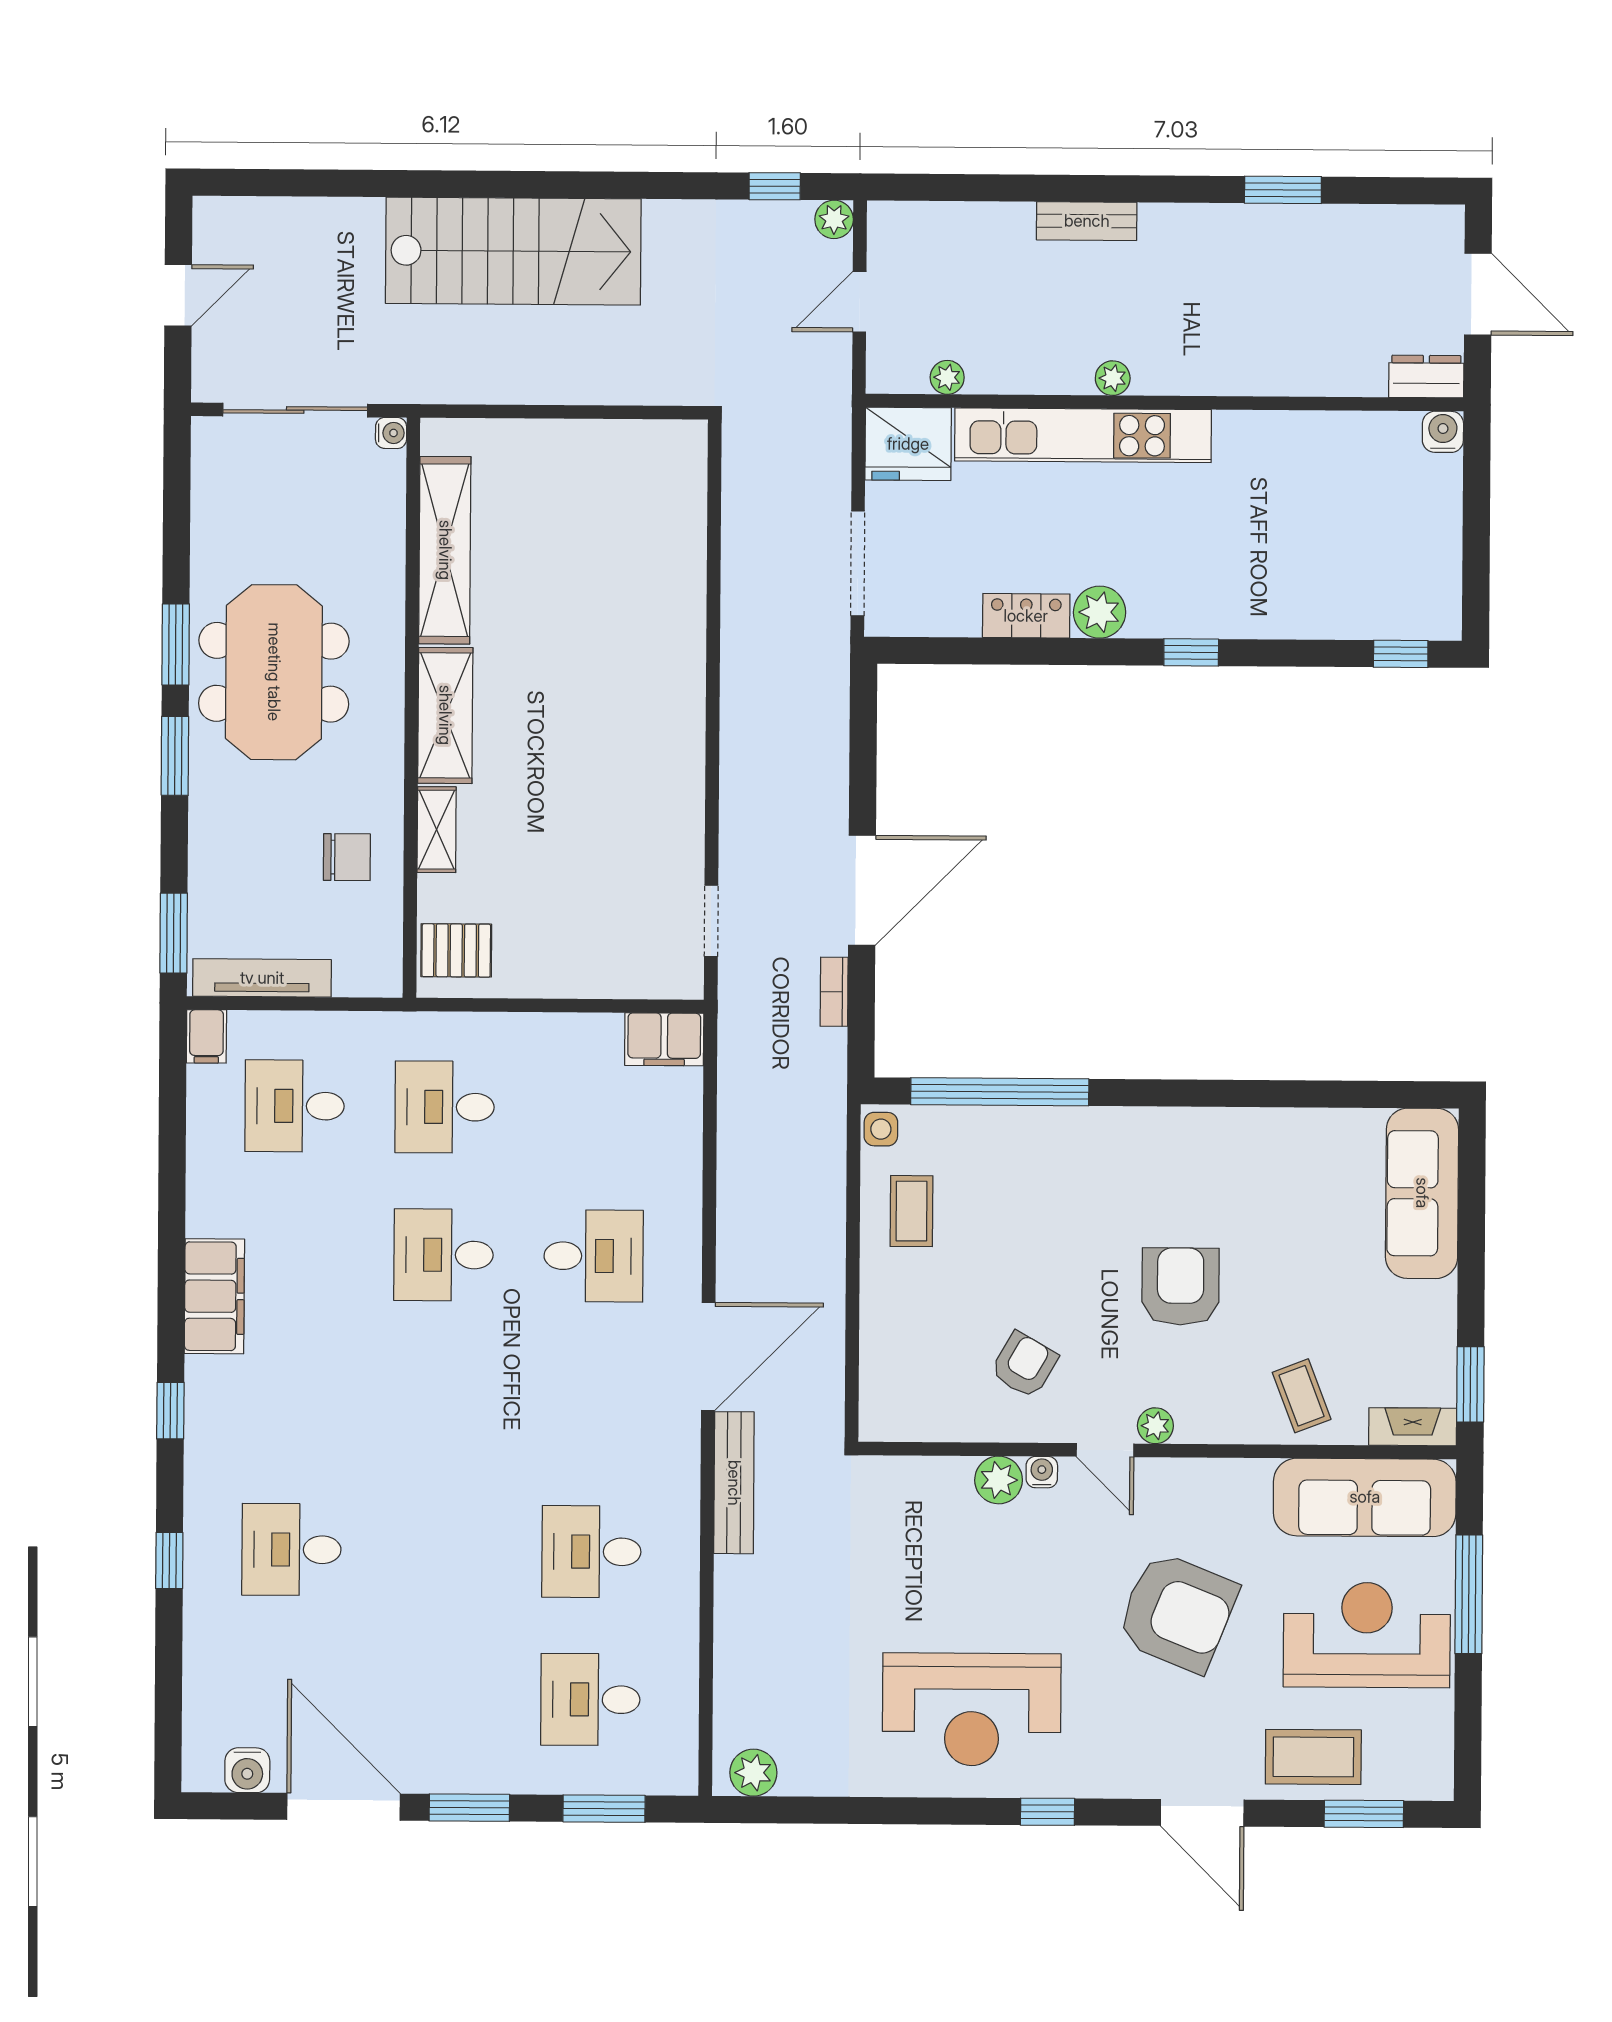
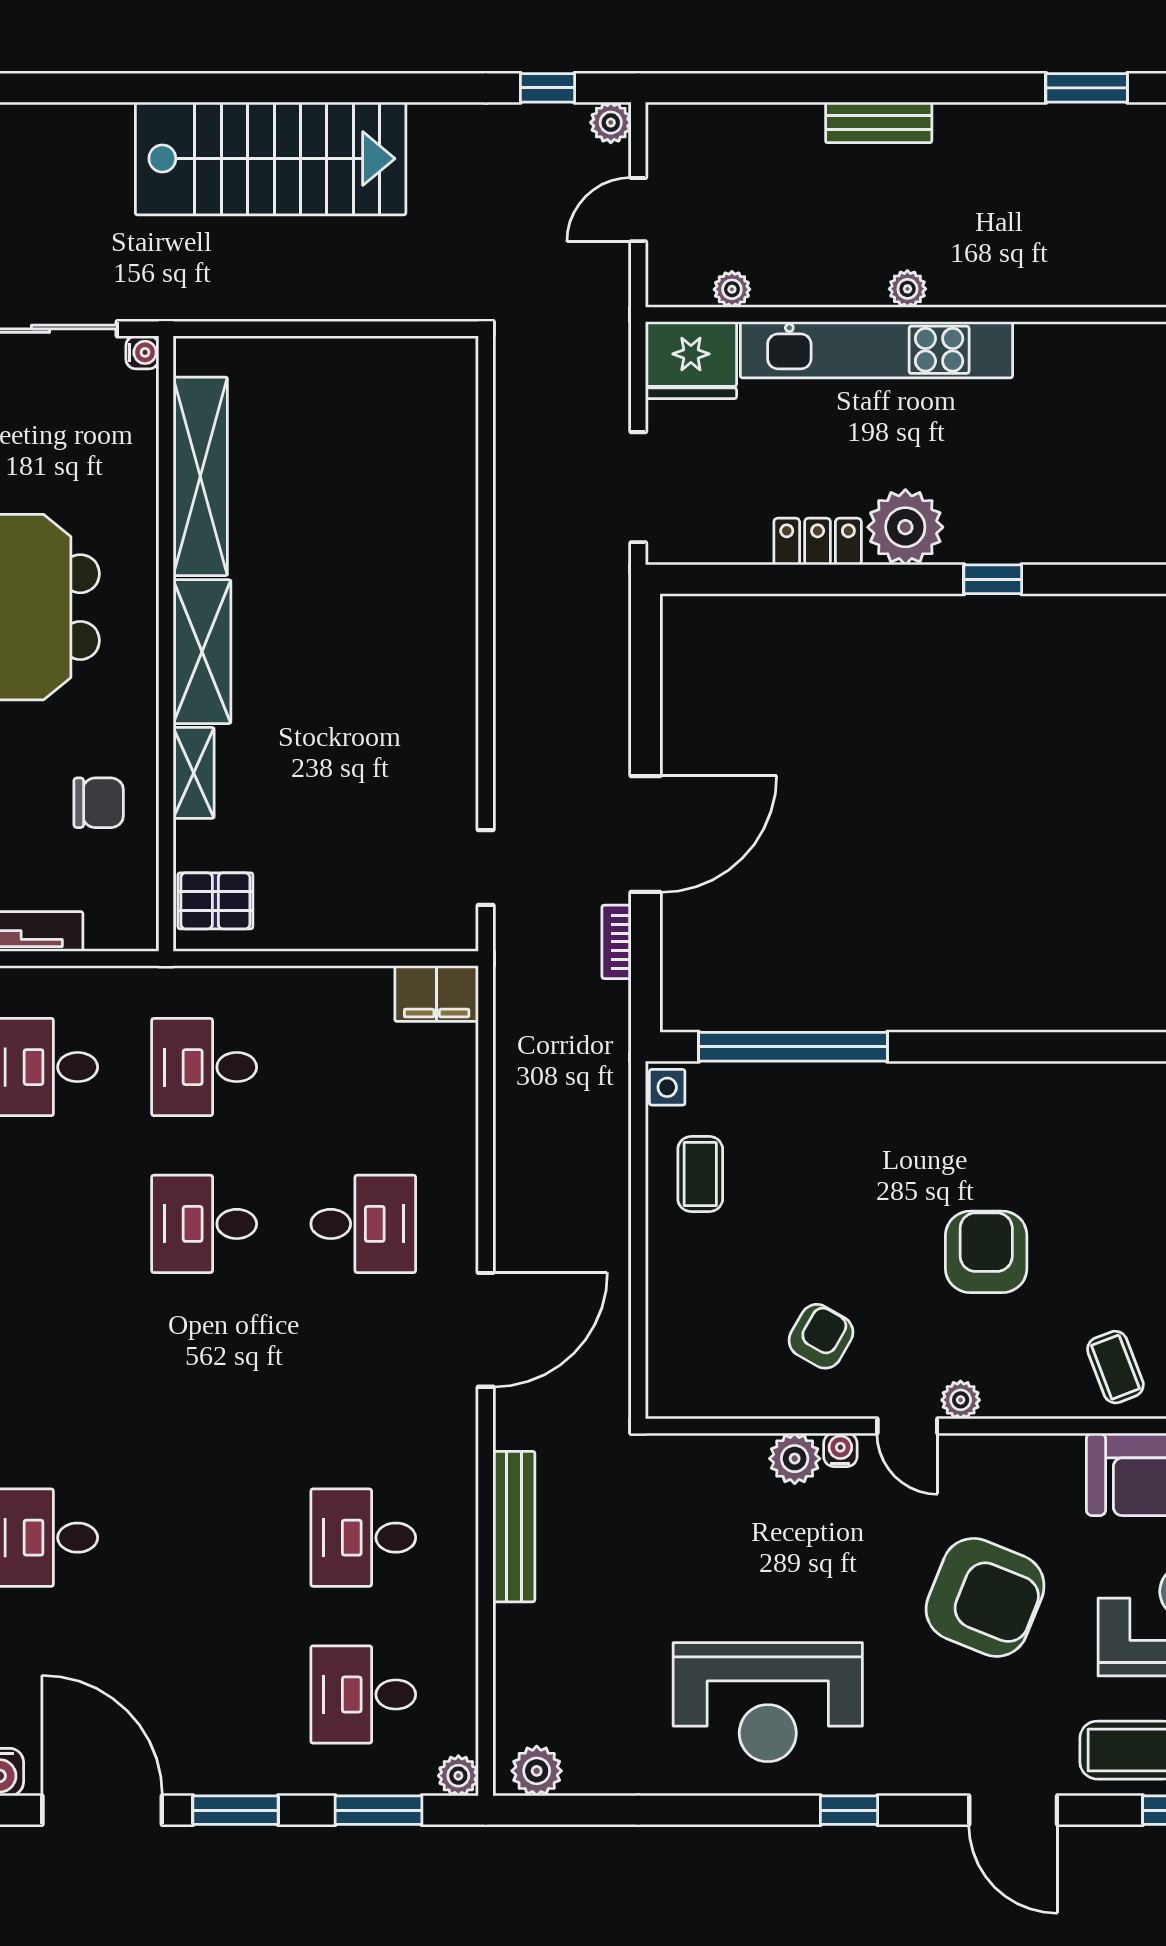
plant: (1100, 612) -> (905, 527), width x1.36, depth x1.36
bench: (734, 1483) -> (514, 1527), moved
plant: (679, 1777) -> (458, 1776), added

